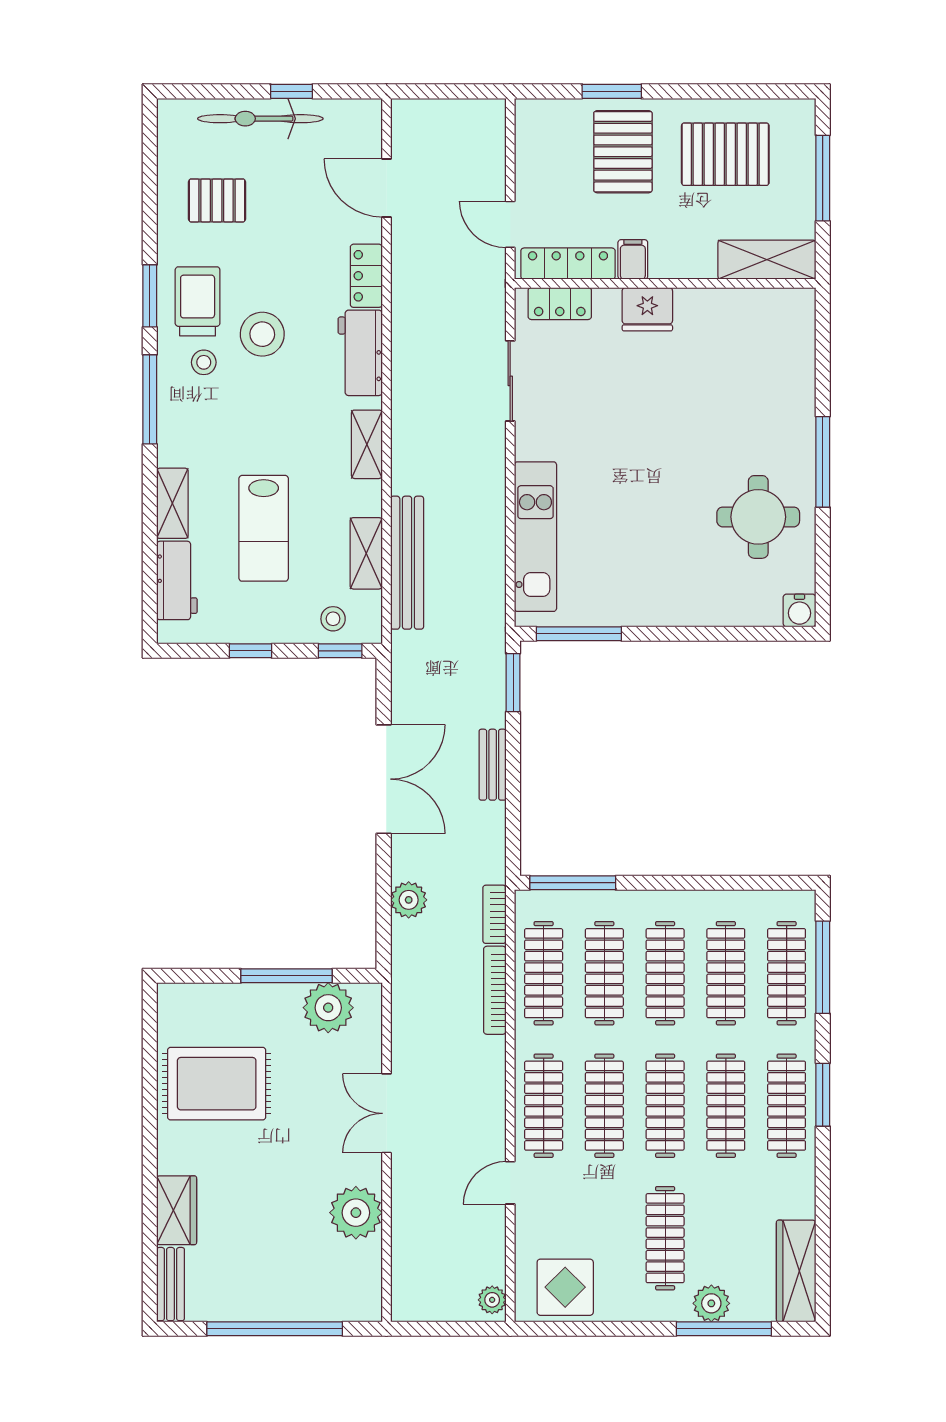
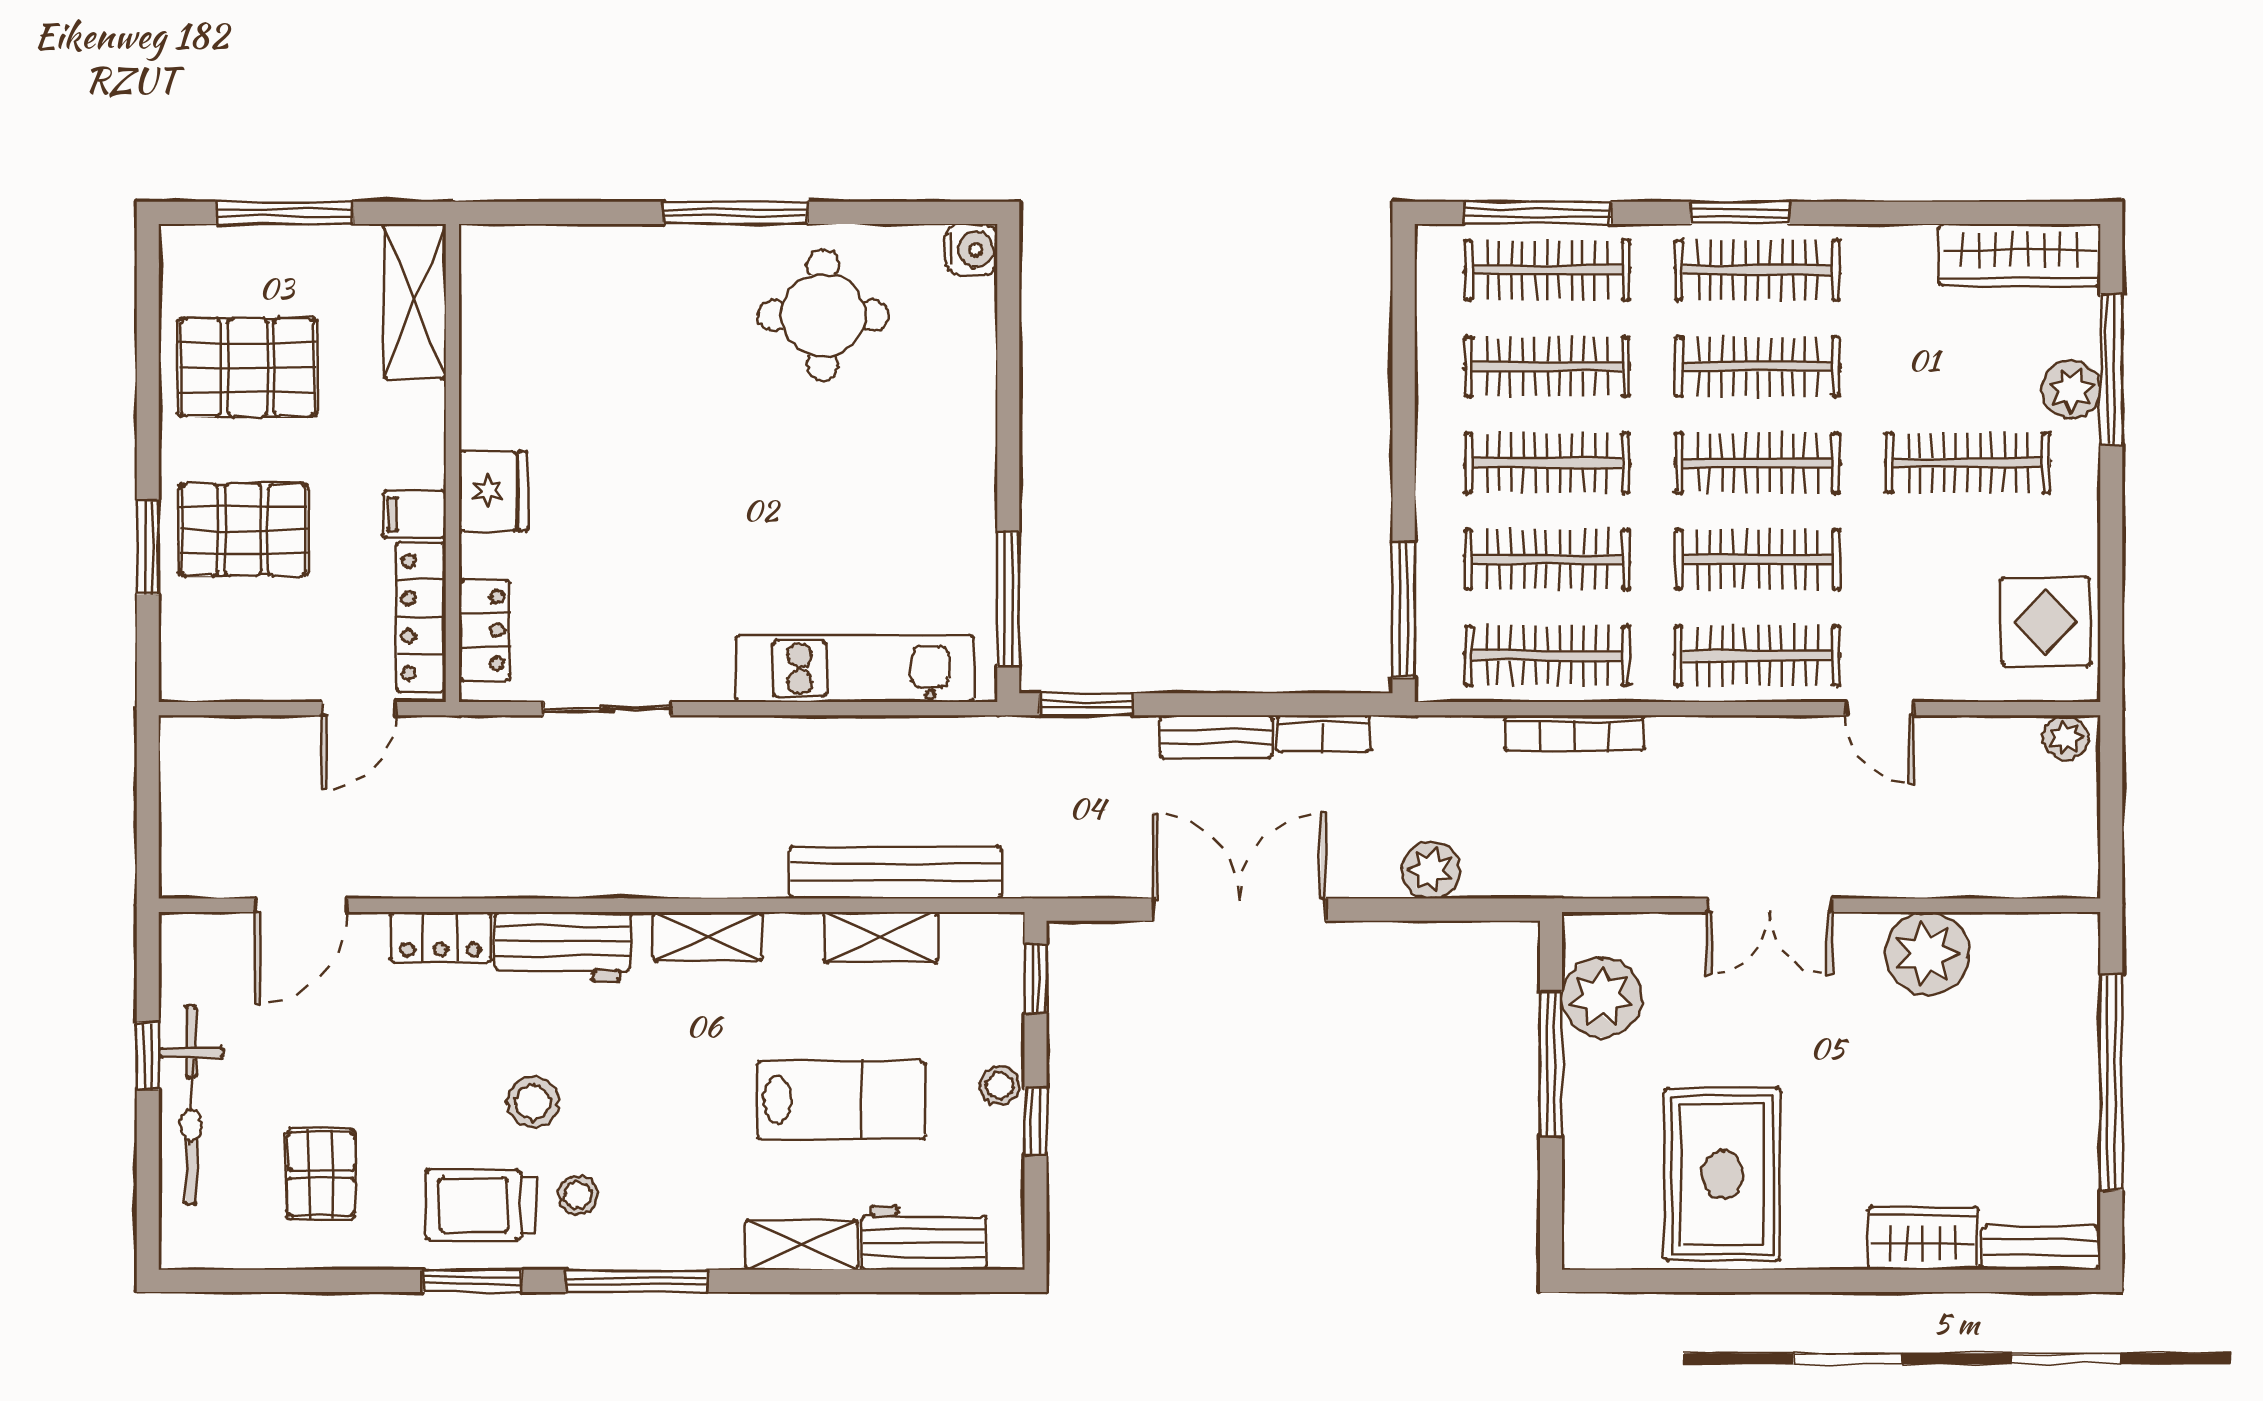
pallet: (725, 154) -> (247, 367), turned 90
stool: (262, 334) -> (533, 1102), width x0.73, depth x0.73
stool: (333, 619) -> (1000, 1086), moved
bookcase: (494, 914) -> (1323, 734), moved

